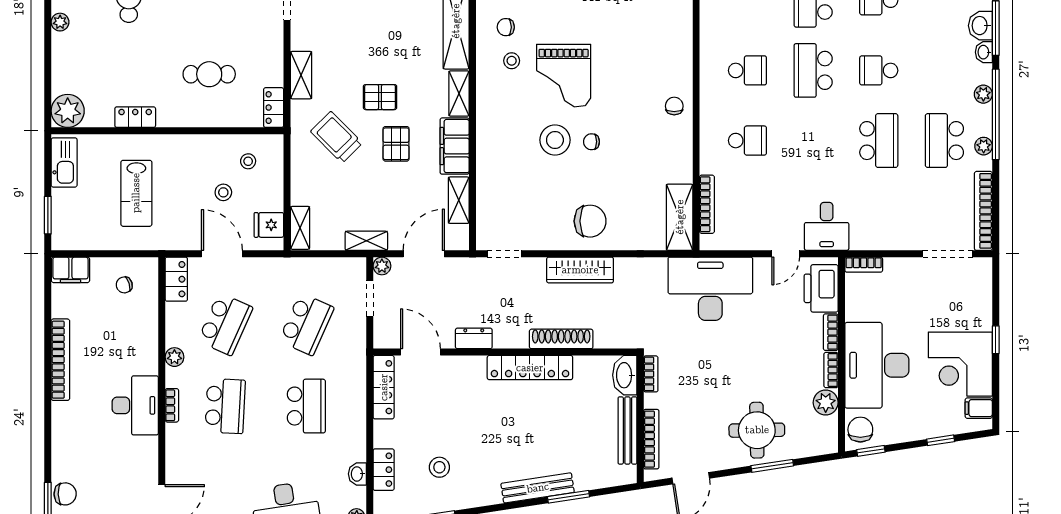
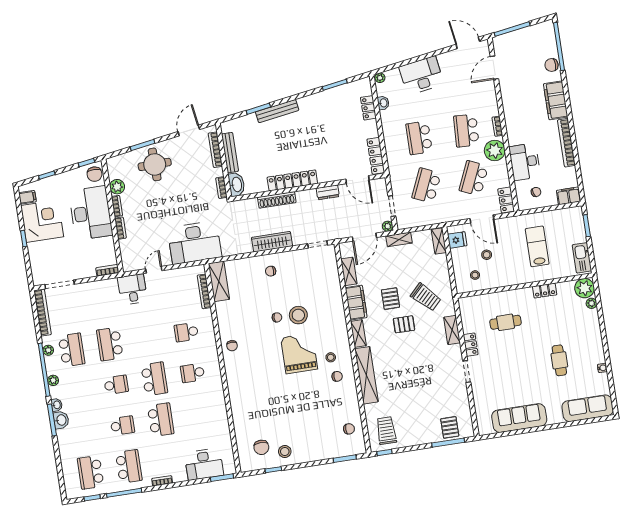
plant: (60, 22) -> (591, 303), moved
locker: (274, 108) -> (471, 345), moved
chair: (590, 221) -> (271, 271), width x0.54, depth x0.54
printer: (821, 288) -> (130, 253), removed
plant: (174, 357) -> (495, 150), width x1.87, depth x1.87
desk: (135, 405) -> (525, 162), moved
filing cabinet: (67, 433) -> (556, 100), added
stool: (439, 467) -> (336, 114), removed

